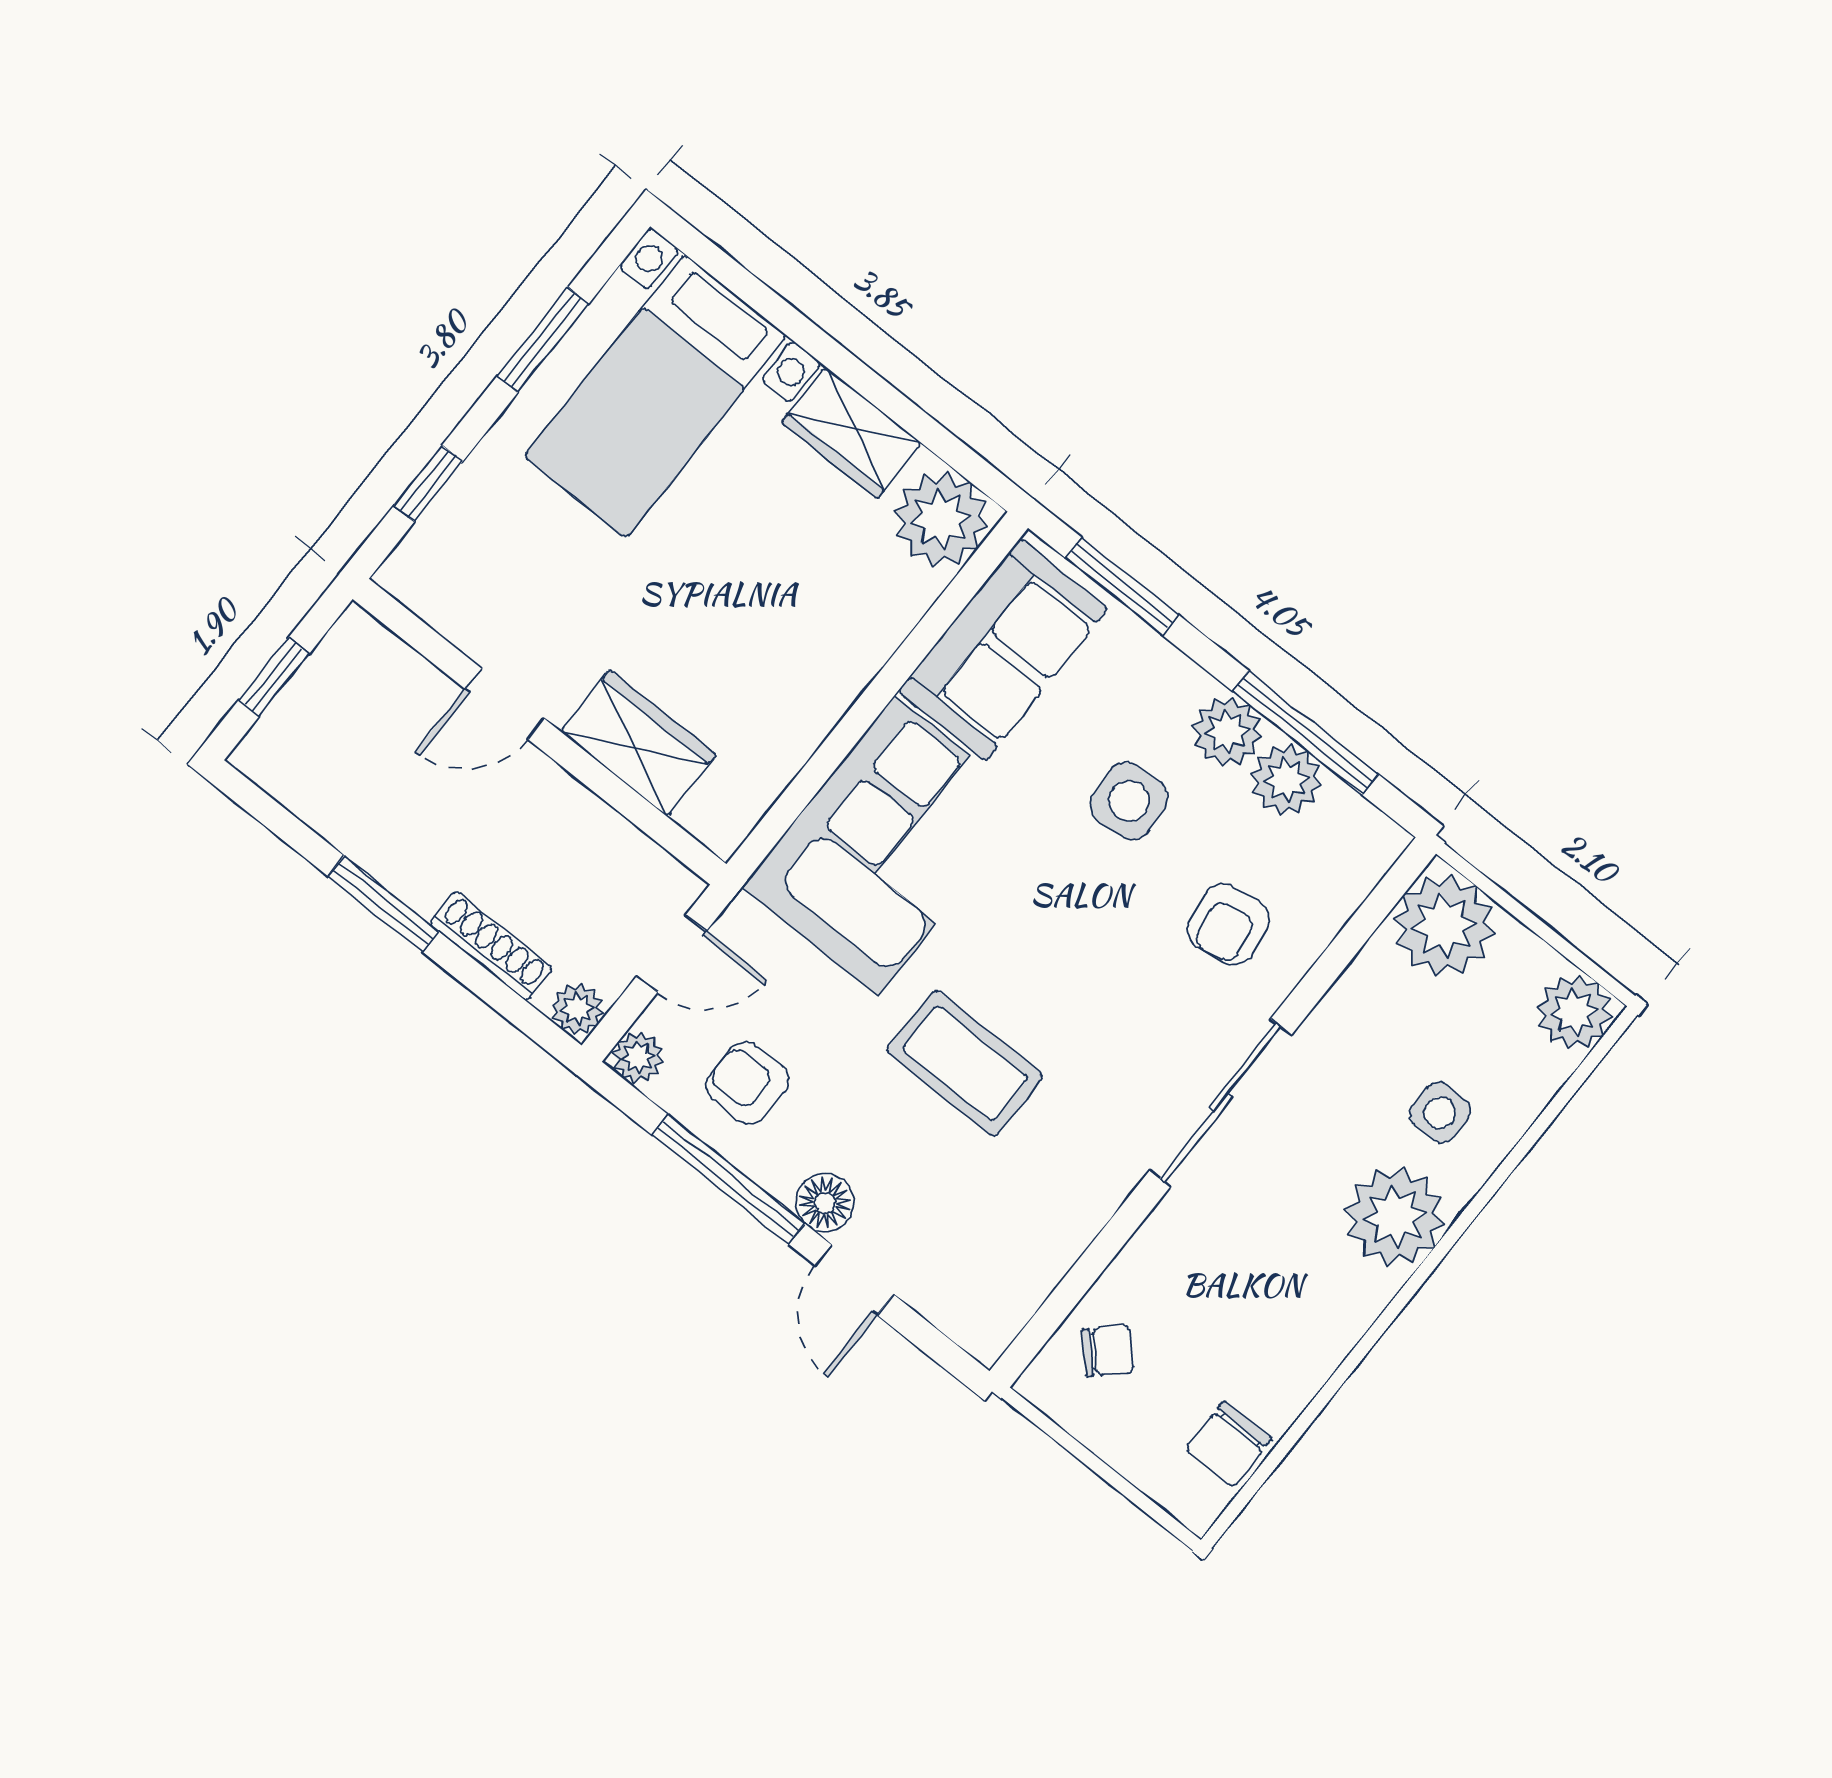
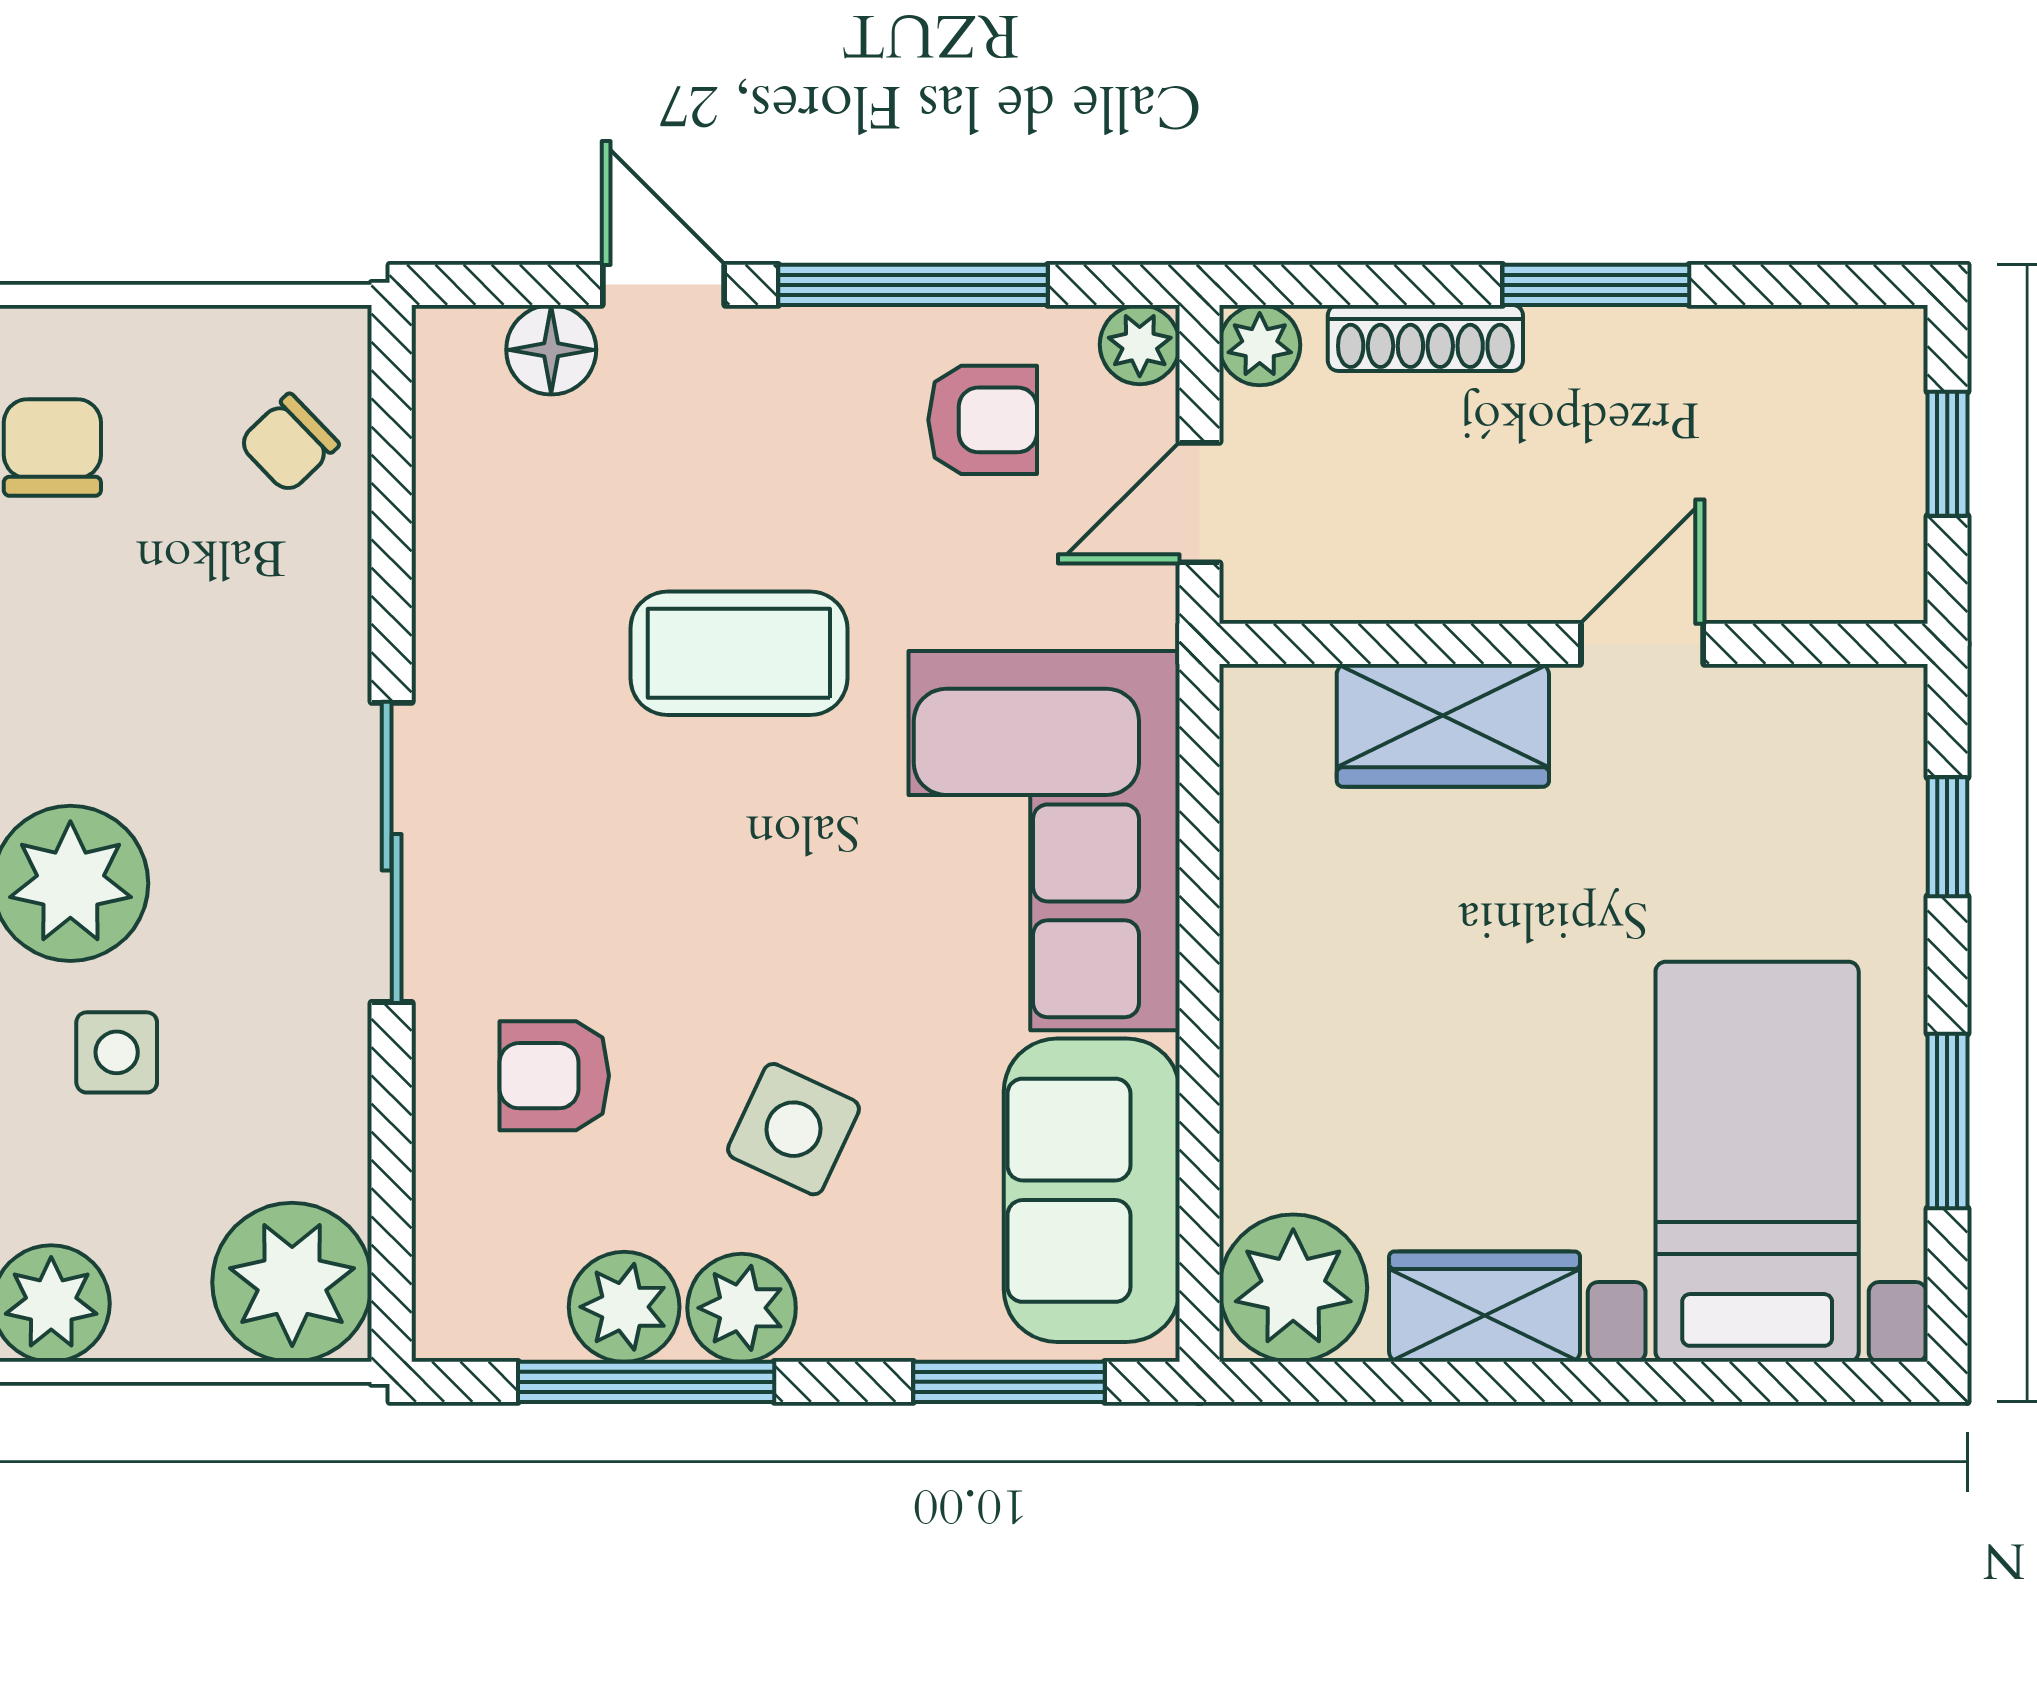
side table: (1129, 801) -> (793, 1129), turned 30
armchair: (1228, 924) -> (554, 1076), turned -81
floor lamp: (825, 1203) -> (551, 350), moved

